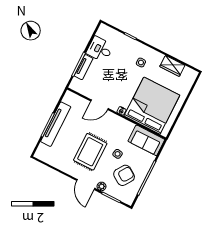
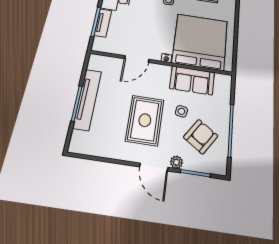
sofa: (146, 140) -> (192, 80), moved

